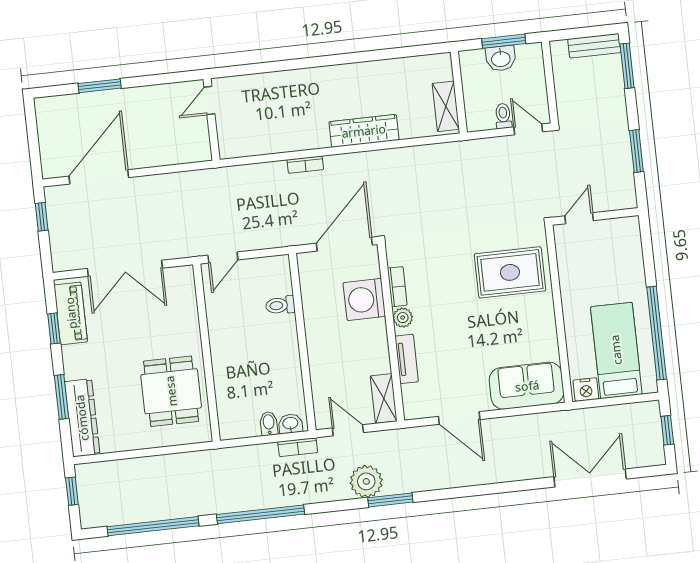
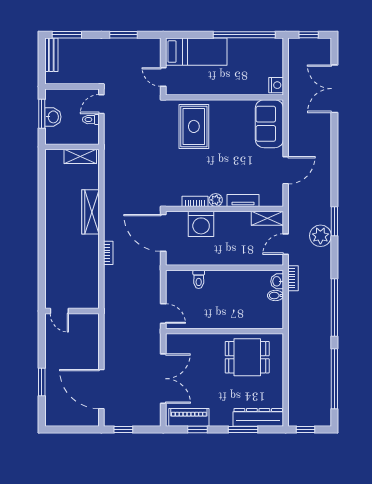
bed: (616, 350) -> (196, 52), moved, turned 180

